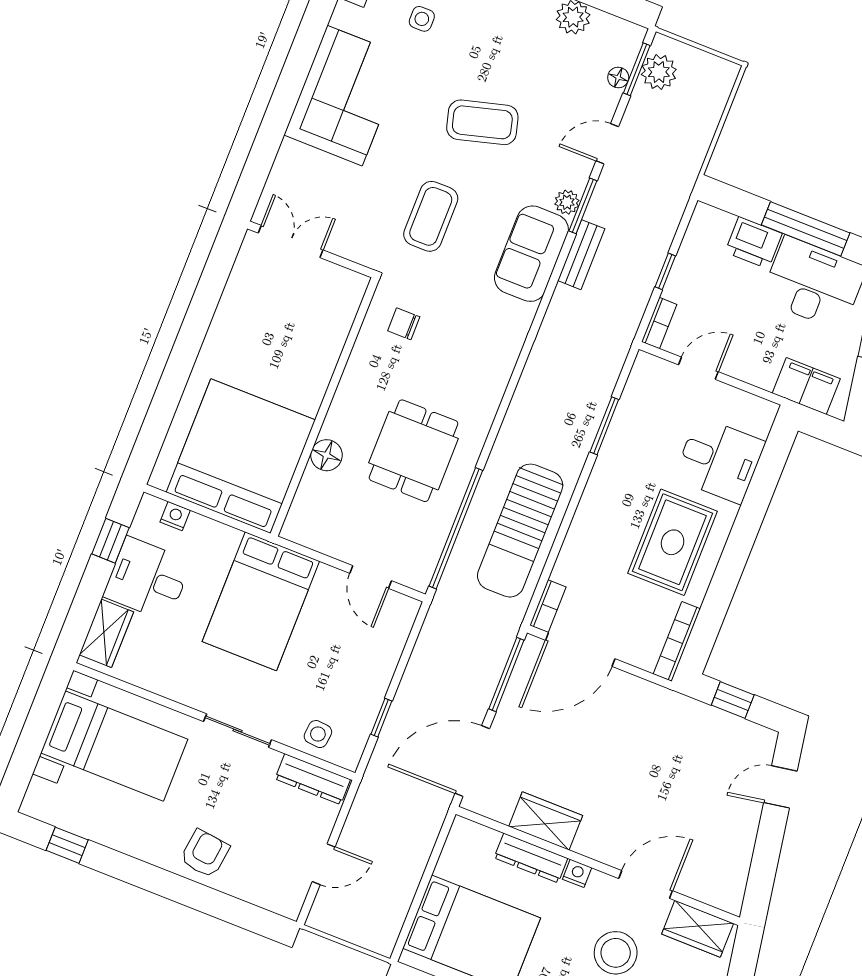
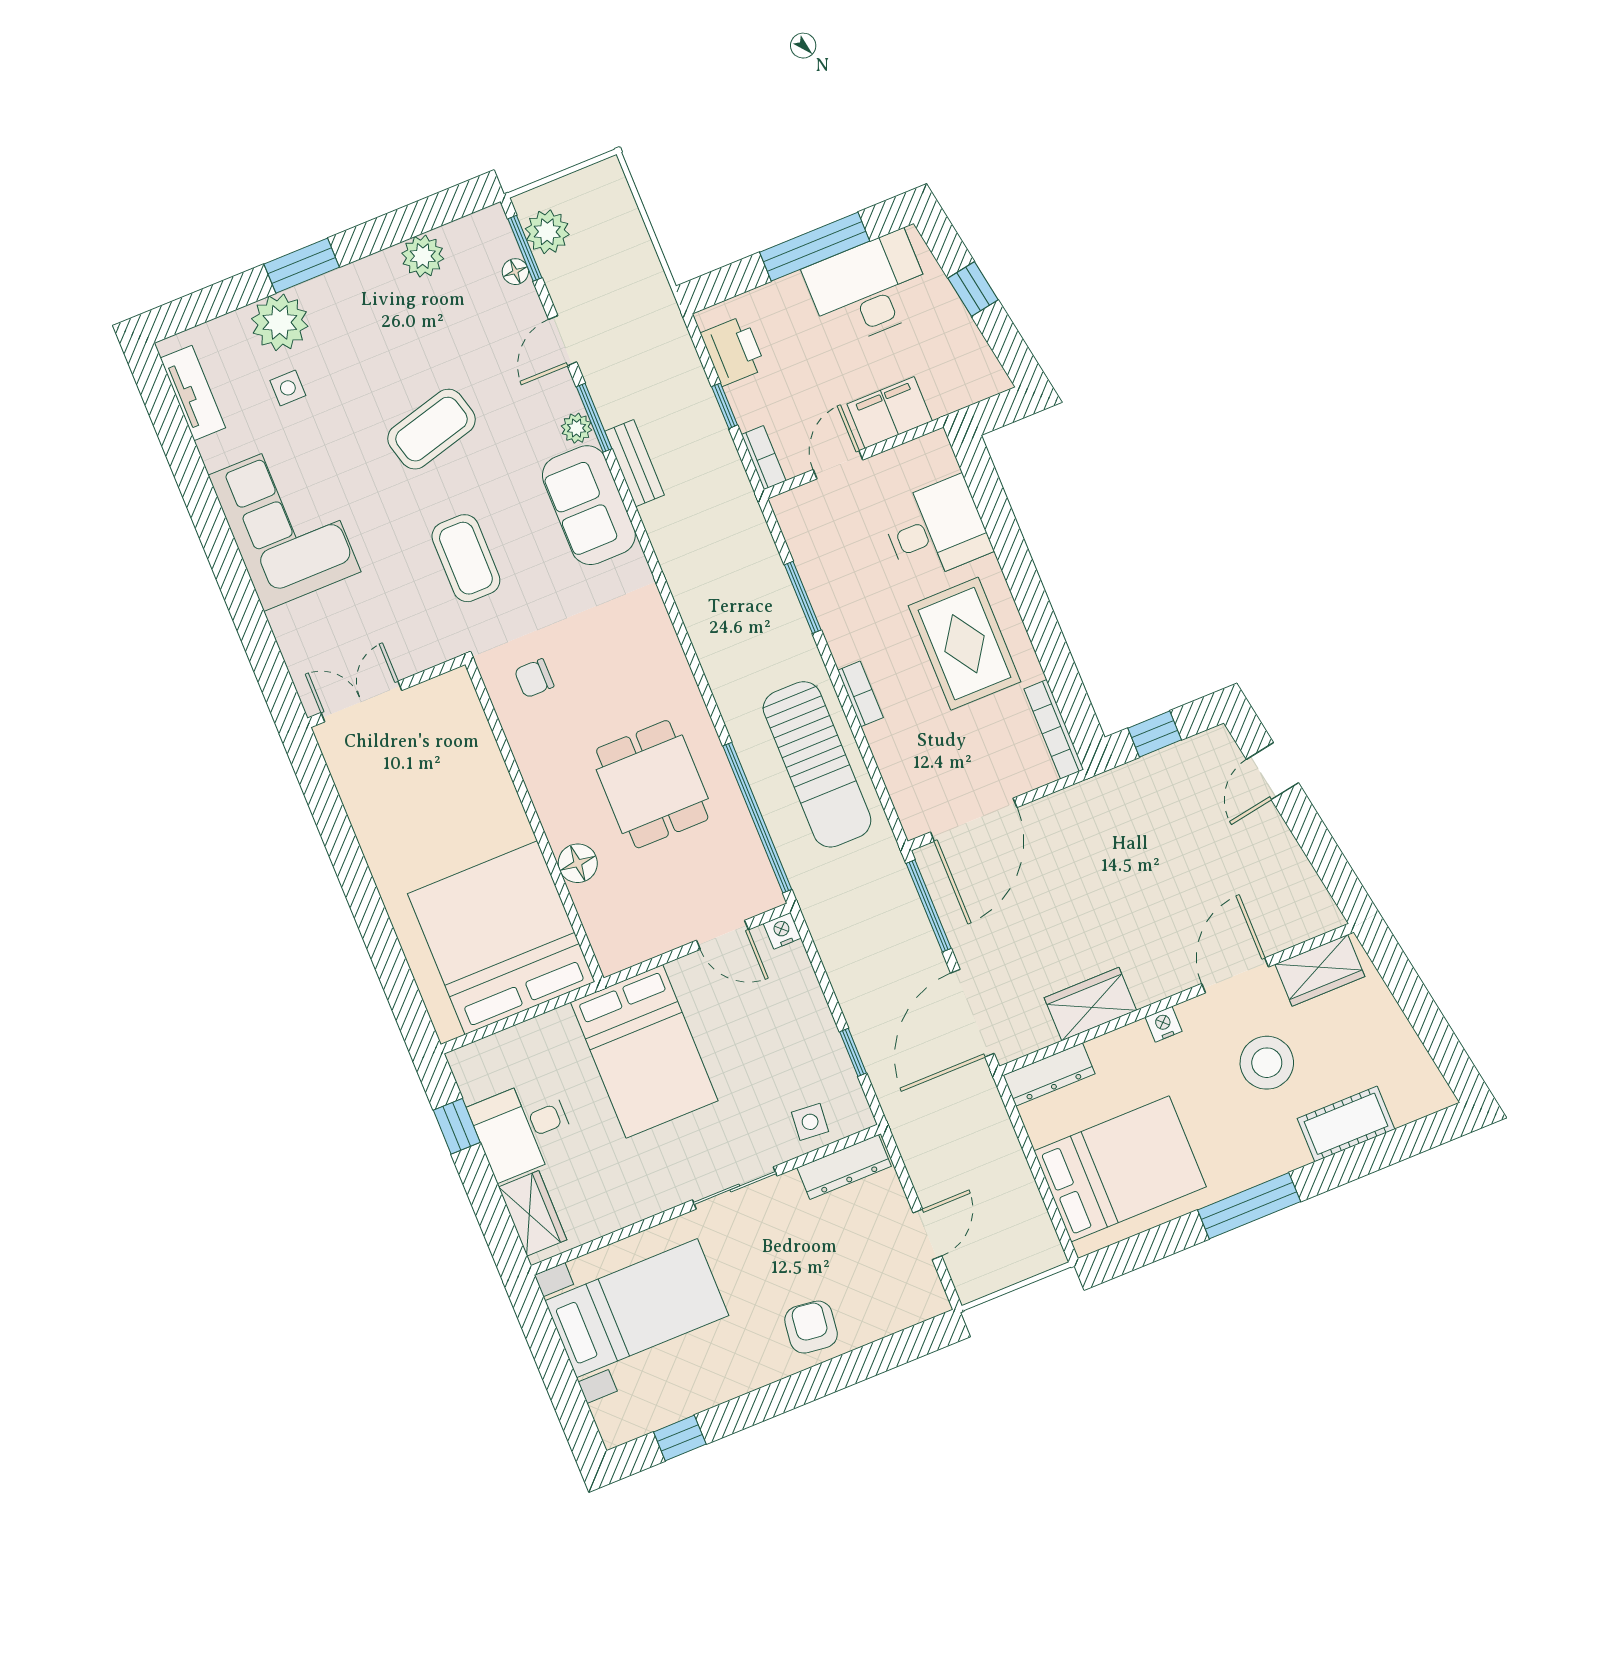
printer: (754, 243) -> (733, 351), moved, turned -90
filing cabinet: (806, 386) -> (890, 412), moved
nightstand: (175, 516) -> (782, 931), moved
bookcase: (548, 606) -> (860, 694), moved
dresser: (531, 858) -> (1049, 1075), moved

